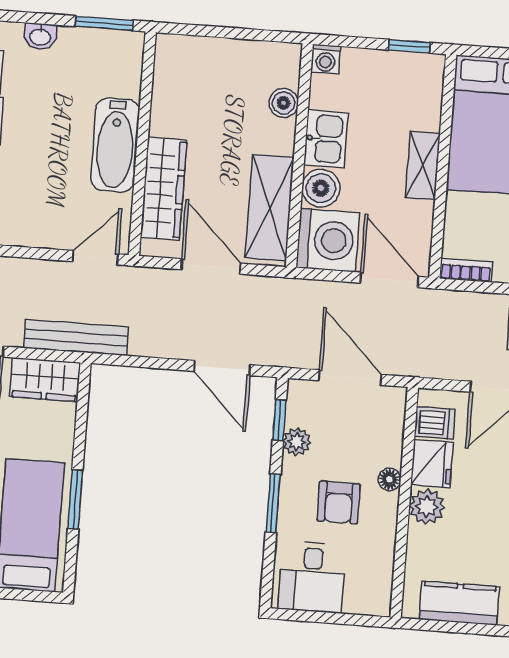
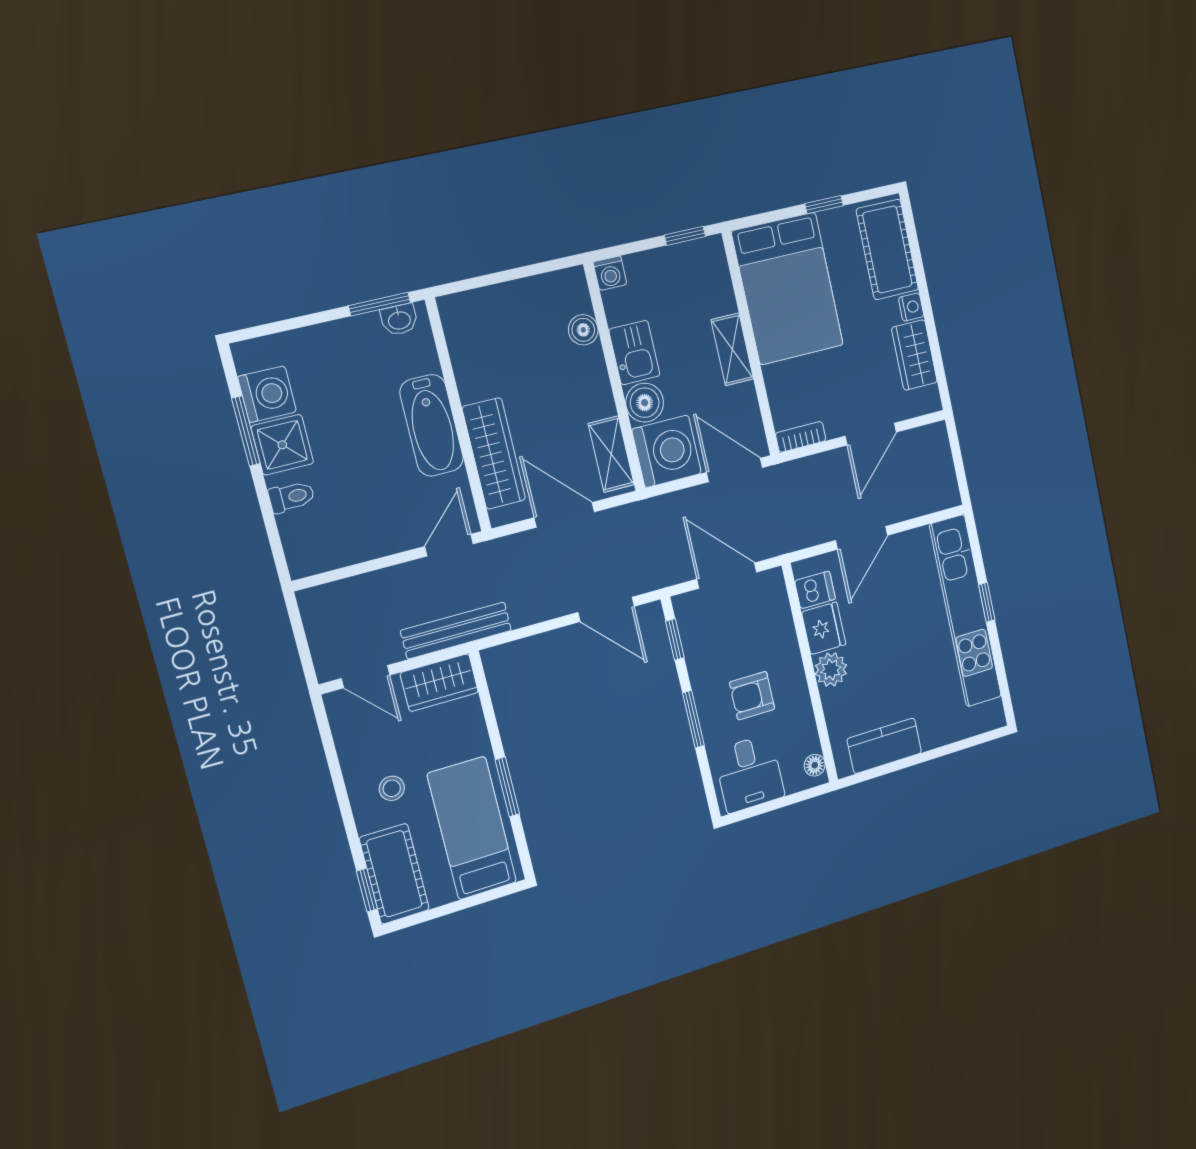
washbasin: (40, 36) -> (399, 320), moved
shelving: (269, 208) -> (611, 454), width x0.67, depth x0.75
plant: (297, 442) -> (697, 654), removed
floor lamp: (389, 479) -> (815, 765), moved
armchair: (339, 502) -> (752, 696), turned 90

